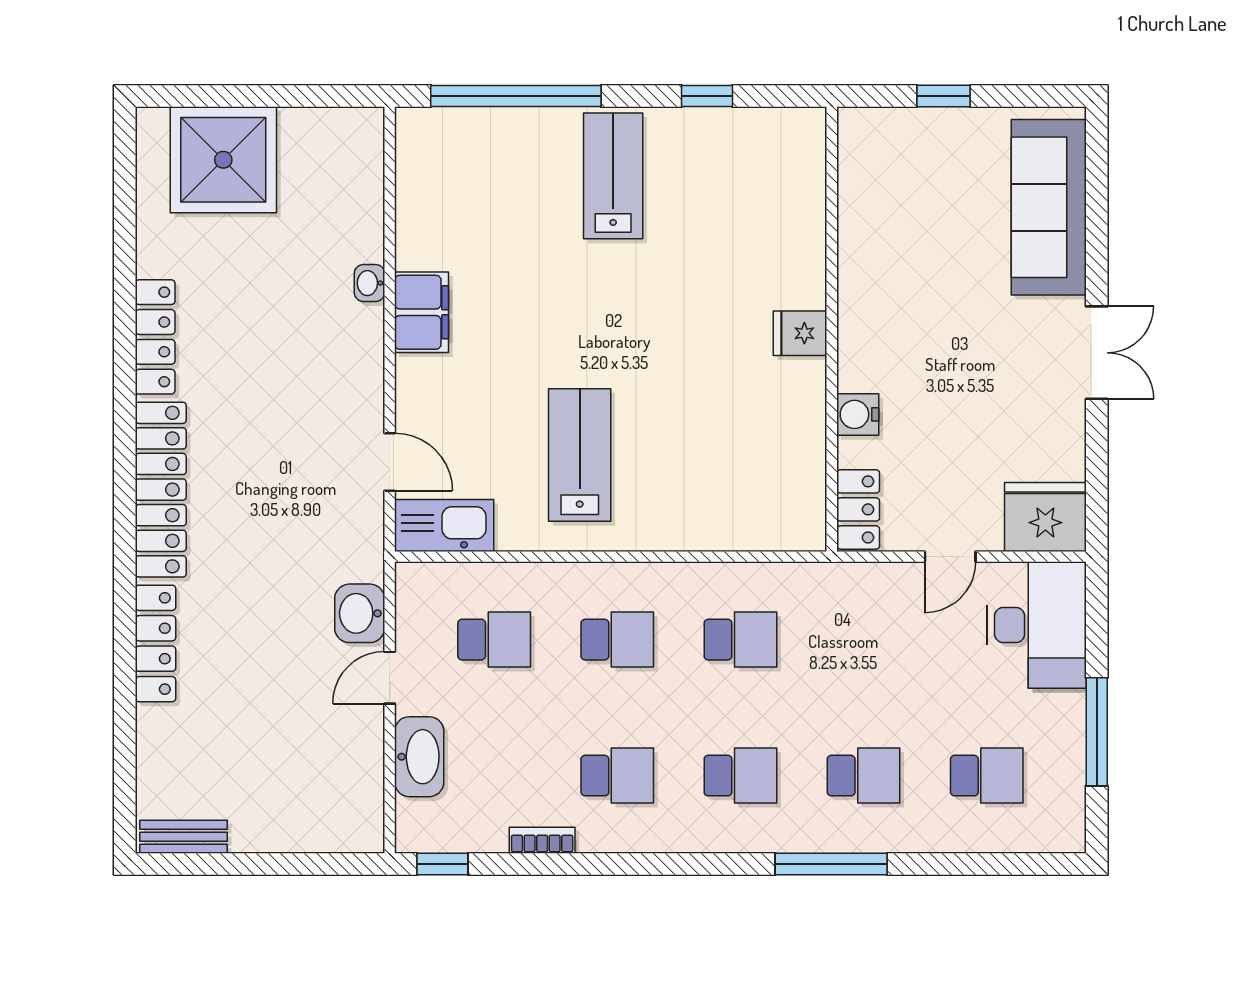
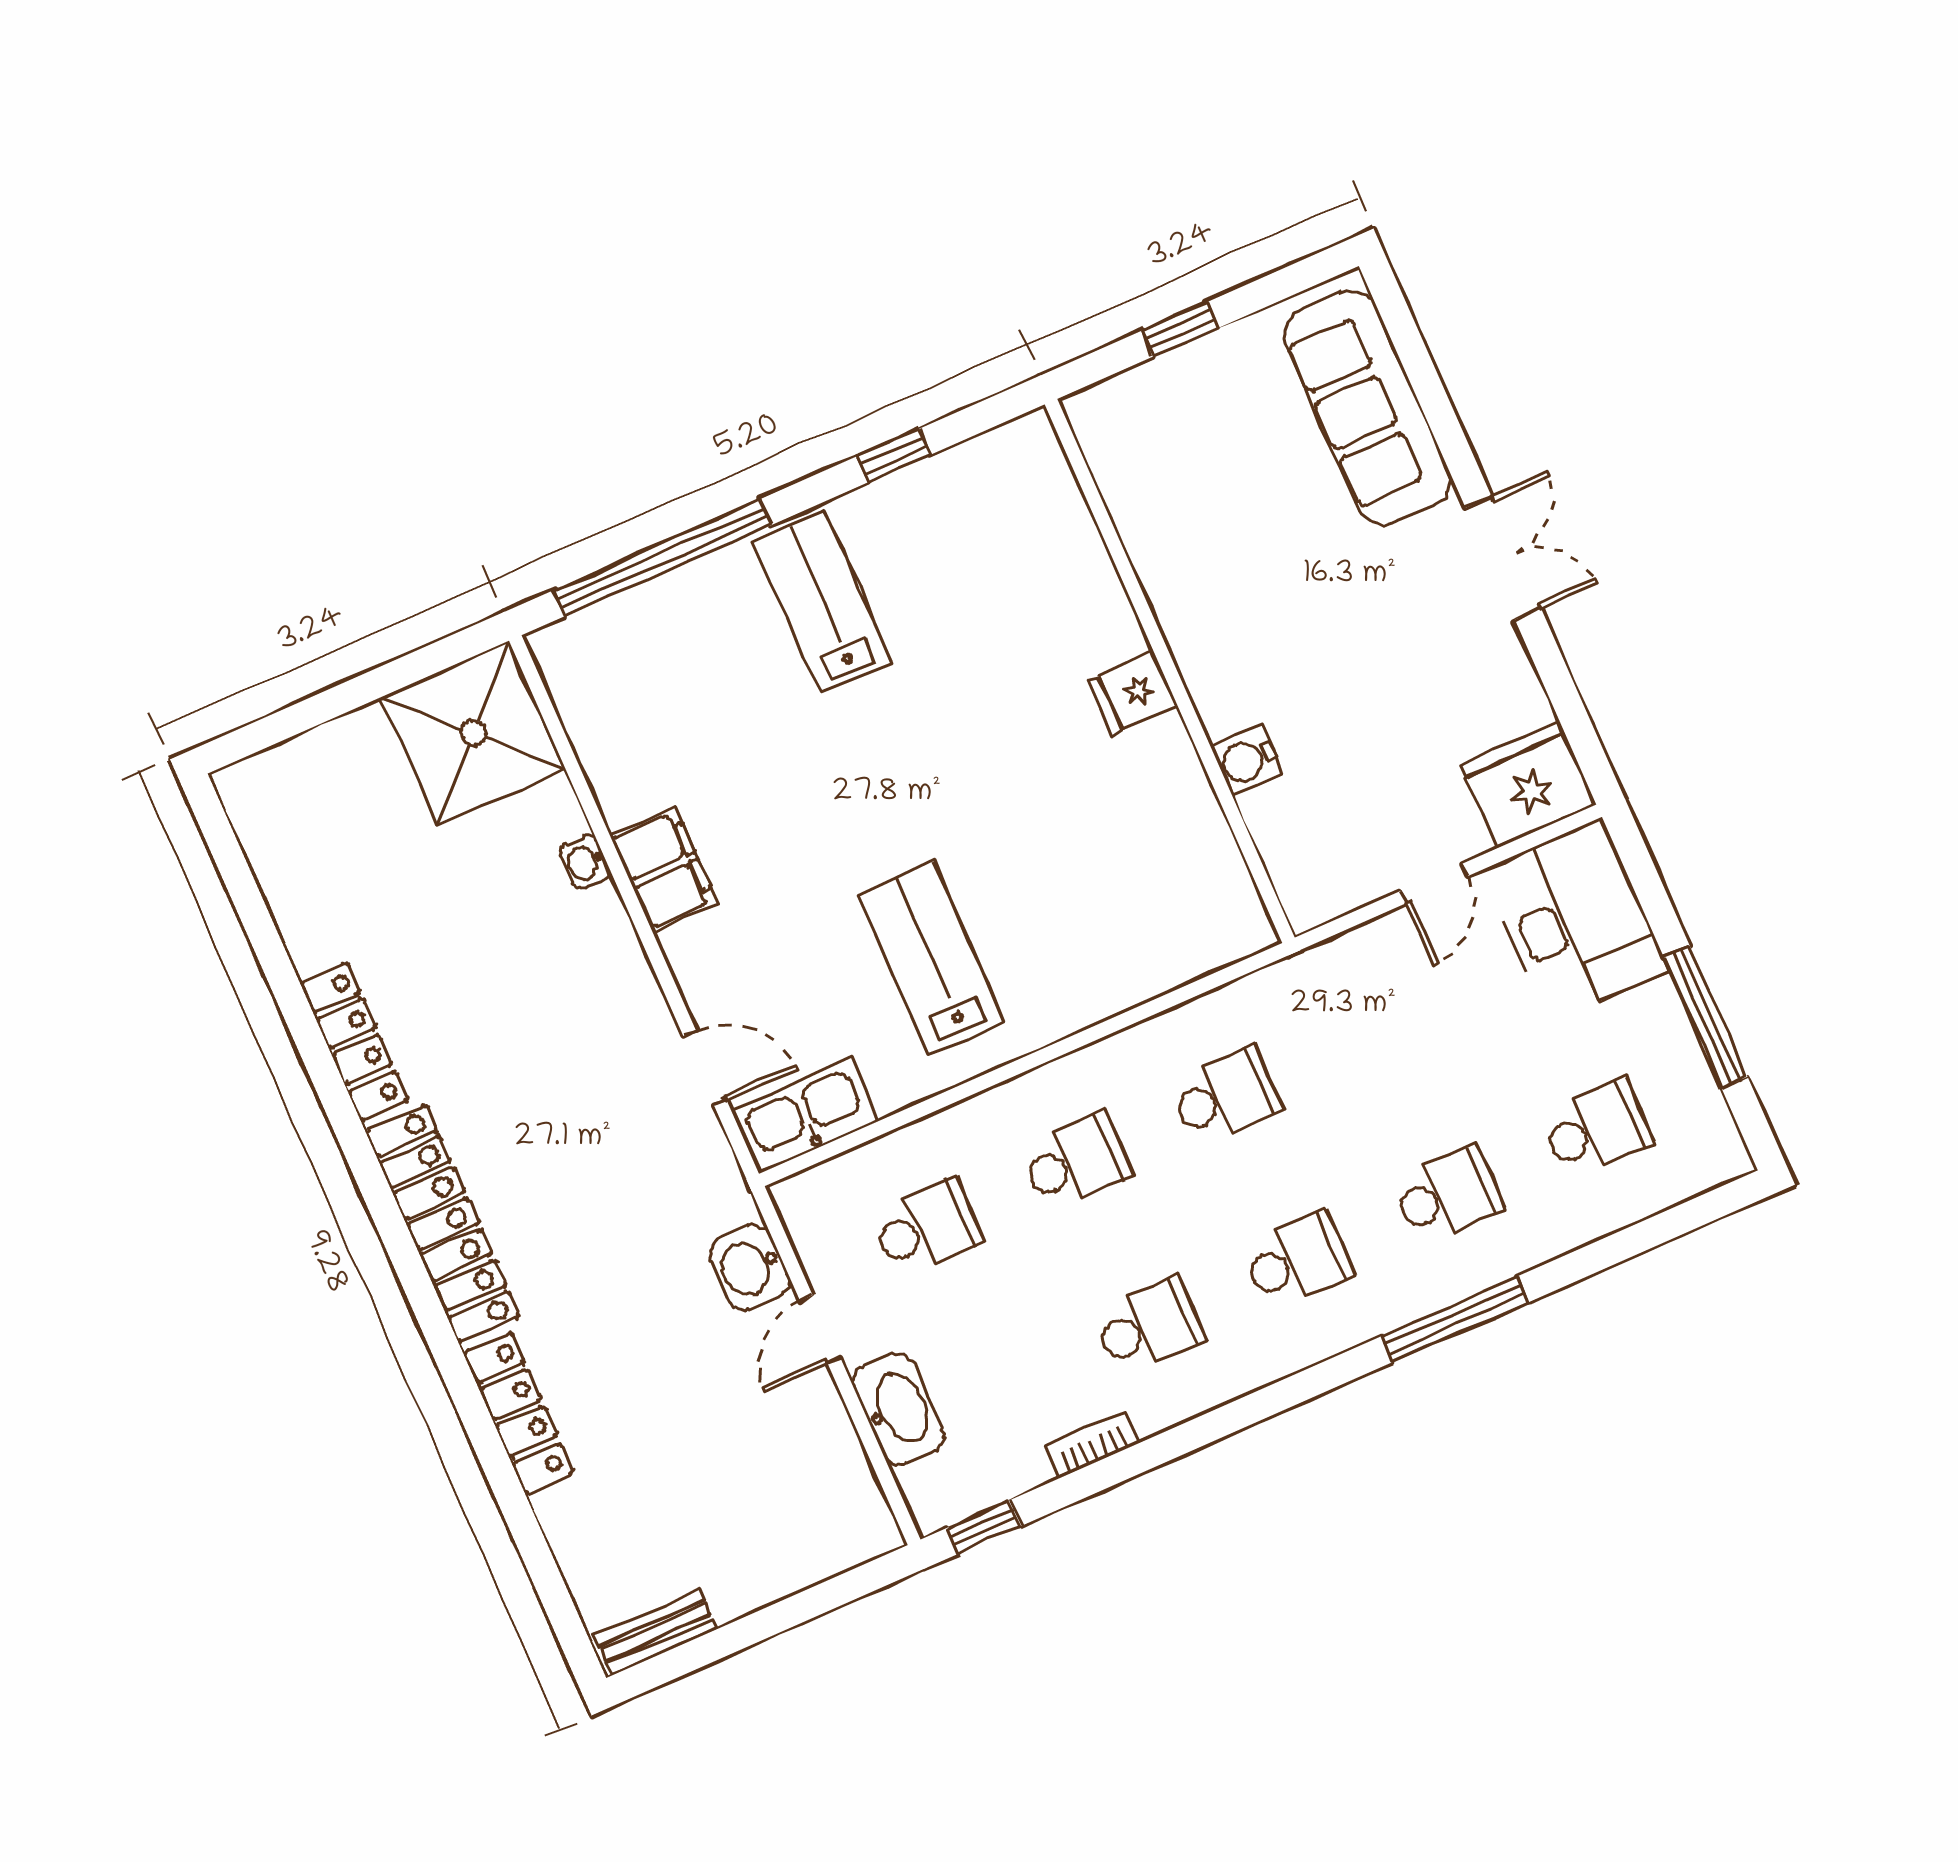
shower: (223, 160) -> (473, 733), moved
locker: (858, 509) -> (1298, 875), removed

